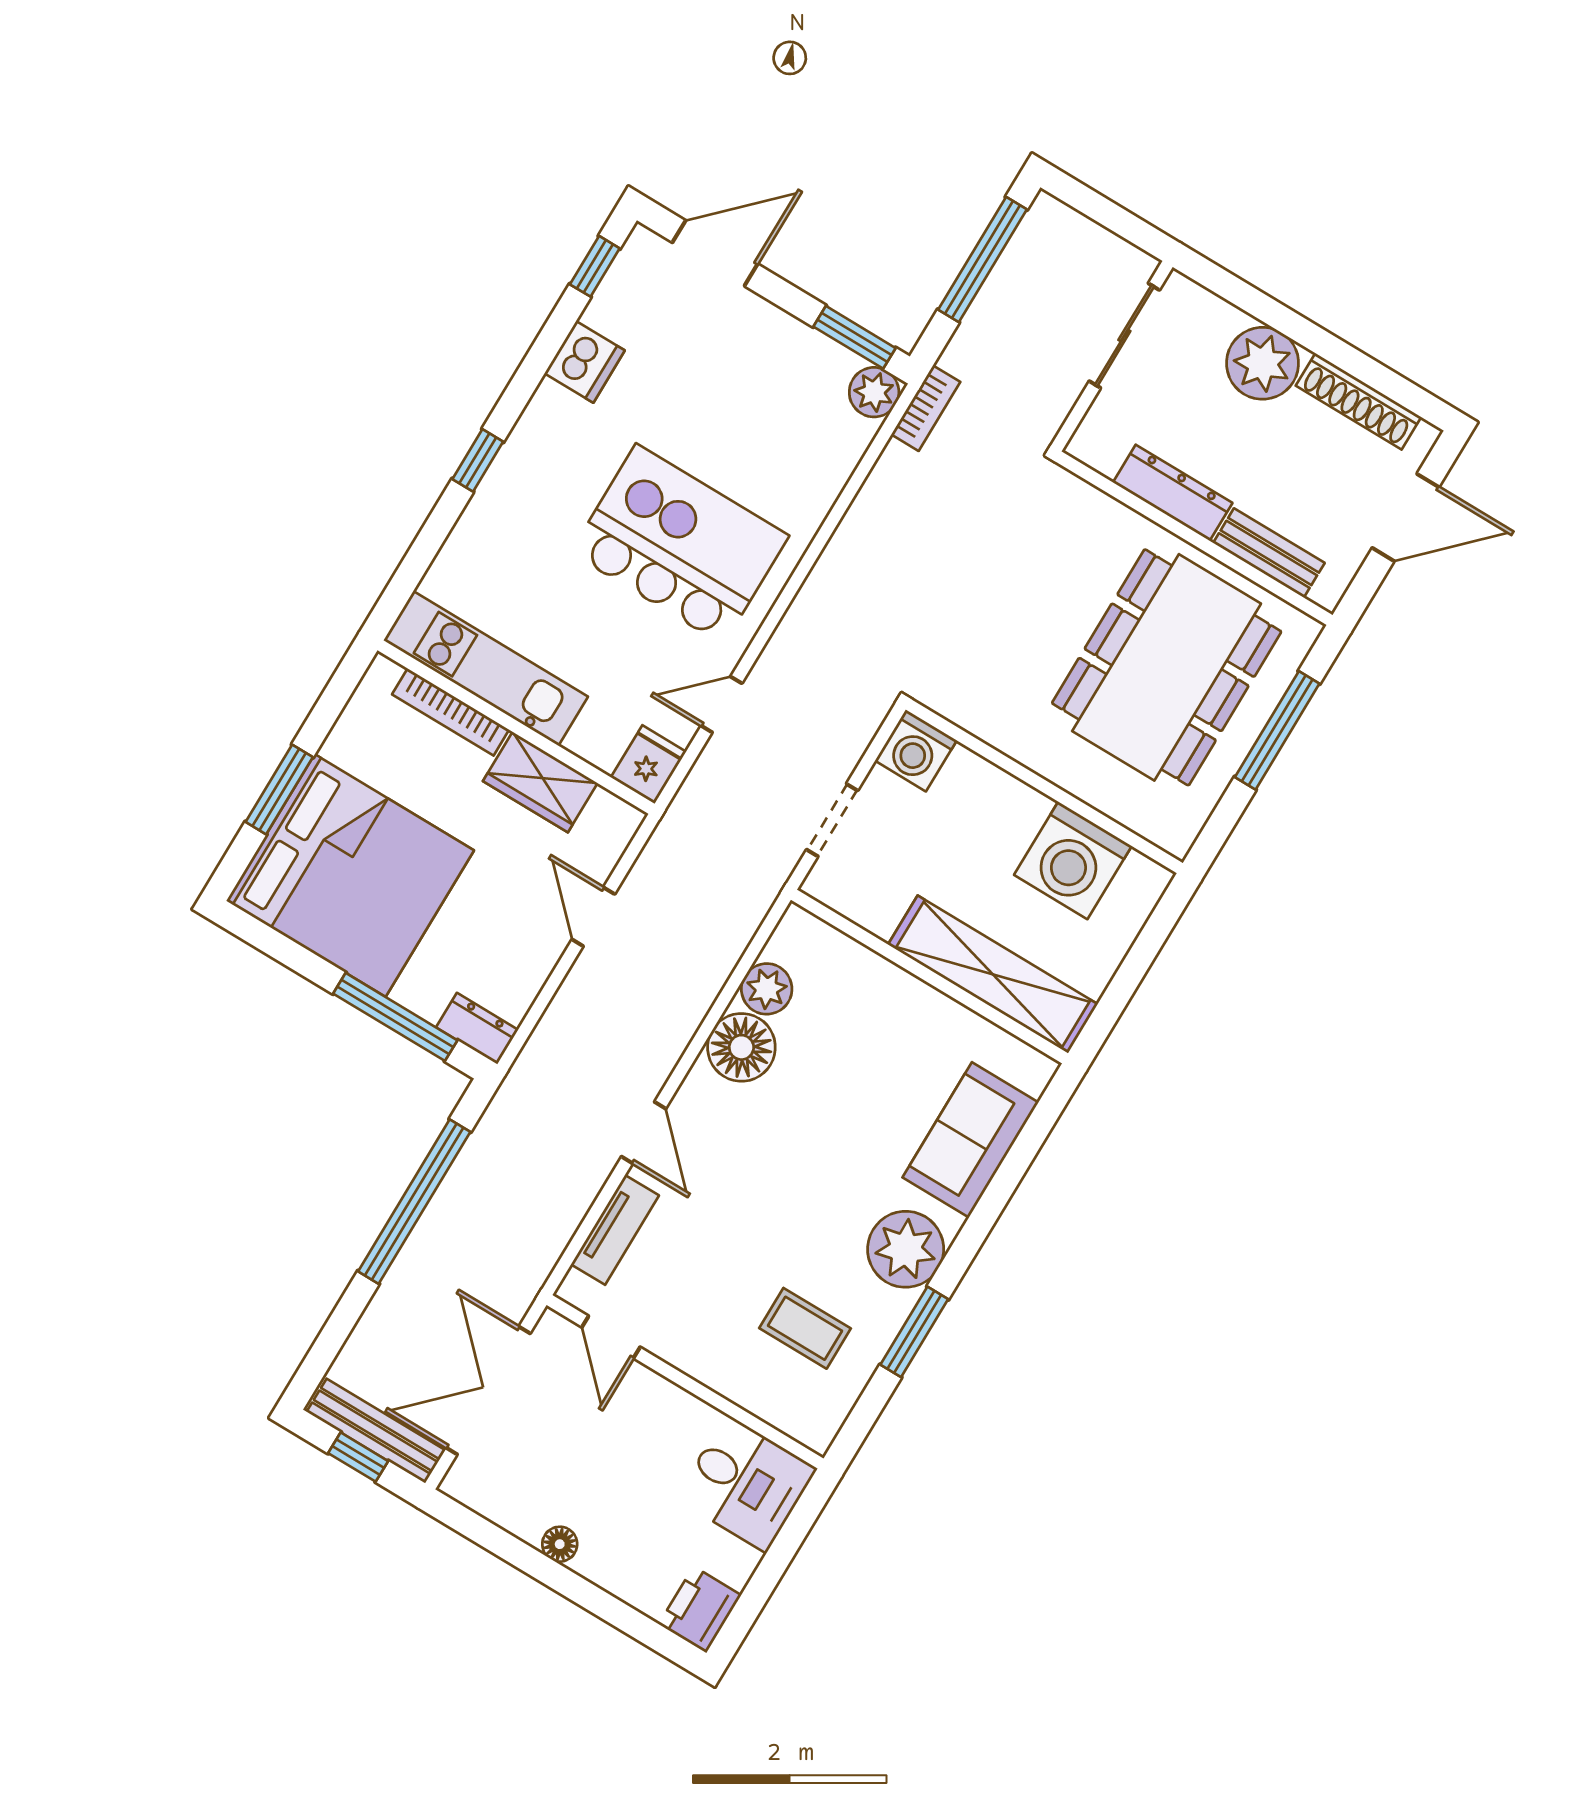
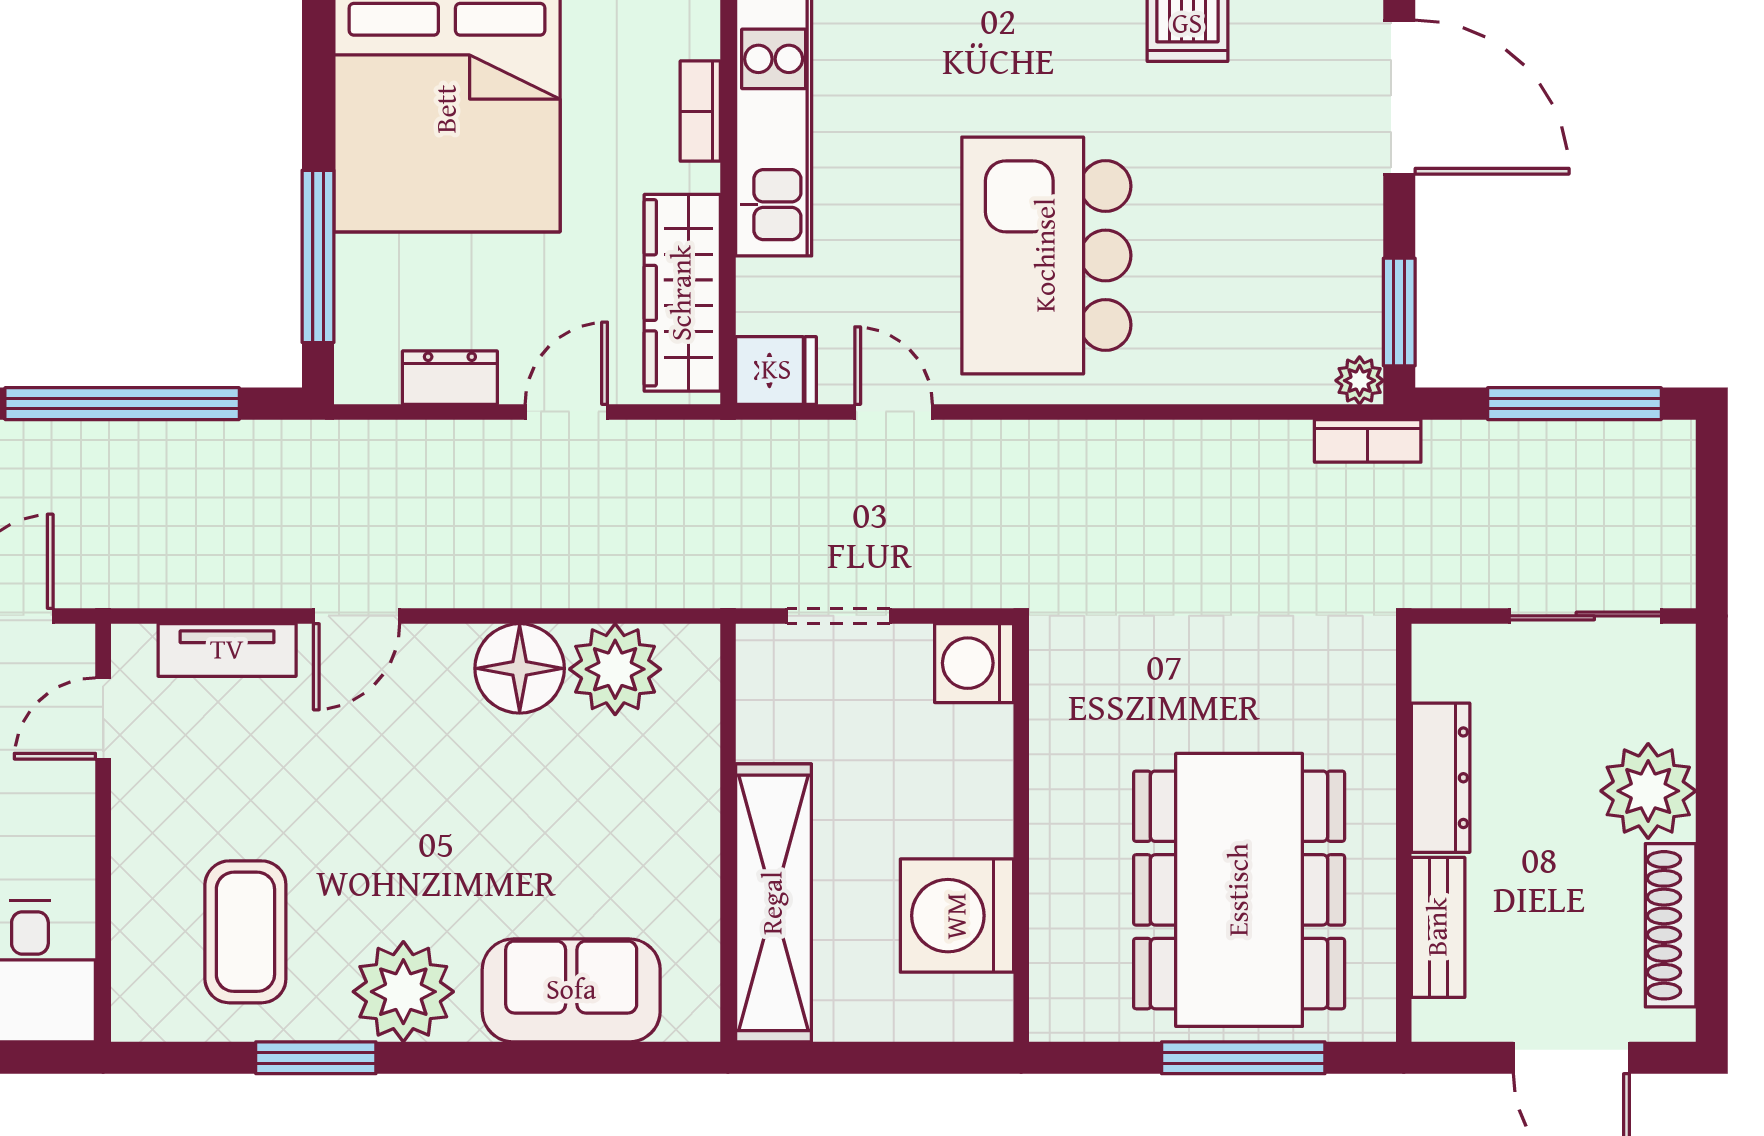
door: (715, 253) -> (1399, 97), width x1.36
plant: (874, 392) -> (1360, 381), width x0.73, depth x0.73
kitchen island: (680, 544) -> (1046, 255), turned 180
dining table: (1167, 667) -> (1239, 890), turned 90
bookcase: (451, 712) -> (700, 111), width x0.64
wardrobe: (540, 782) -> (682, 293), width x1.50
plant: (767, 989) -> (615, 669), width x1.36, depth x1.36
dresser: (477, 1029) -> (450, 378), moved, turned -90
coffee table: (805, 1328) -> (245, 932), width x1.36, depth x1.30

